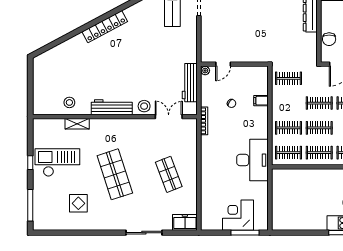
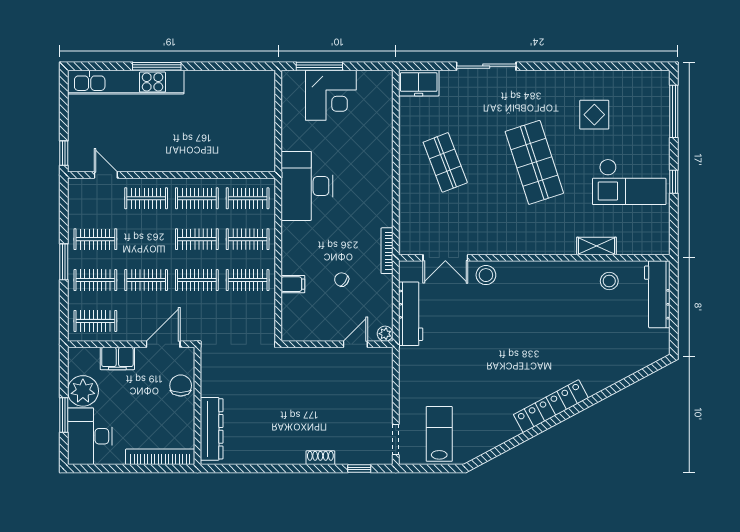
clothes rail: (288, 78) -> (248, 280), moved
workbench: (112, 107) -> (657, 294), moved, turned 90

